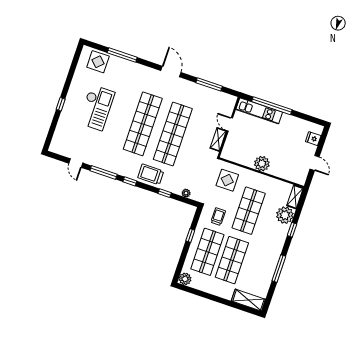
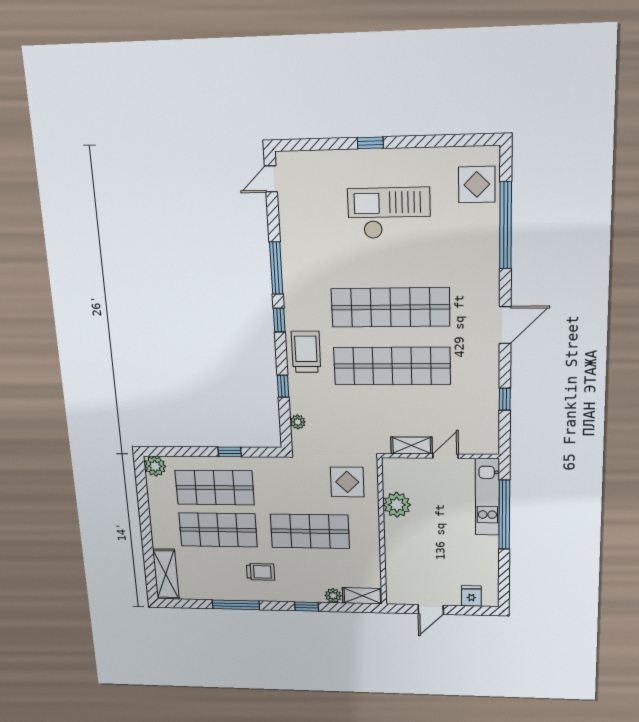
window: (122, 55) -> (506, 226), width x1.46
window: (209, 84) -> (505, 399), width x0.46
checkout: (97, 108) -> (389, 213), turned 180
door: (76, 163) -> (271, 179), moved
plant: (262, 164) -> (397, 505), moved
plant: (285, 215) -> (333, 596), width x0.53, depth x0.53
trolley: (218, 217) -> (261, 572), moved

